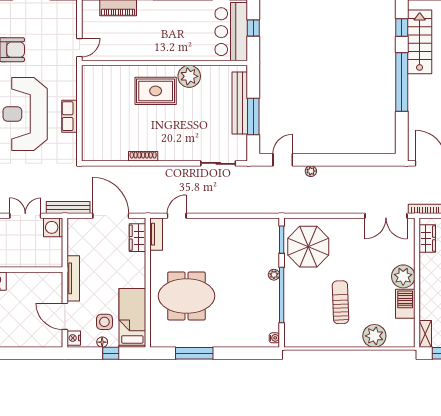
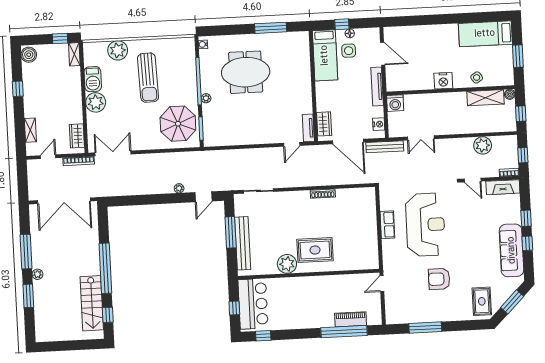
washing machine: (53, 227) -> (395, 103), moved, turned 90
meeting table: (186, 296) -> (246, 72), moved
sun lounger: (340, 302) -> (148, 78), width x1.36, depth x1.34
nightstand: (74, 338) -> (379, 124), moved

